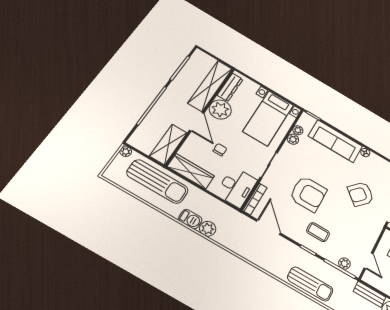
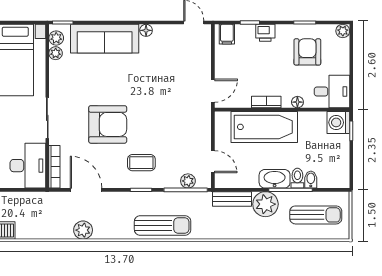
plant: (293, 139) -> (56, 38), moved
armchair: (361, 194) -> (166, 87), removed
plant: (208, 229) -> (83, 230), moved

